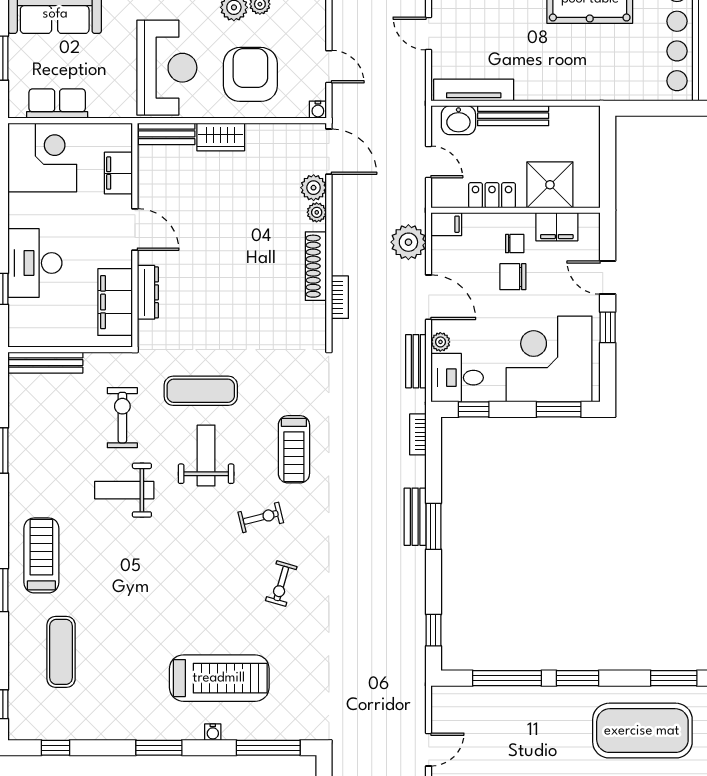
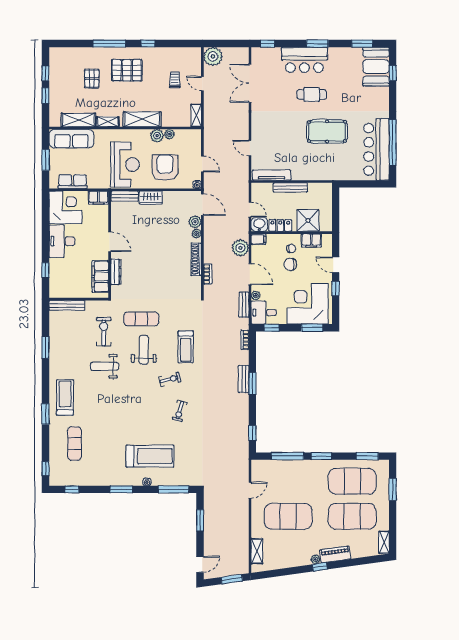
washbasin: (458, 120) -> (259, 224), moved, turned 180
filing cabinet: (118, 173) -> (99, 198), moved, turned -90
desk: (35, 263) -> (62, 241), moved

